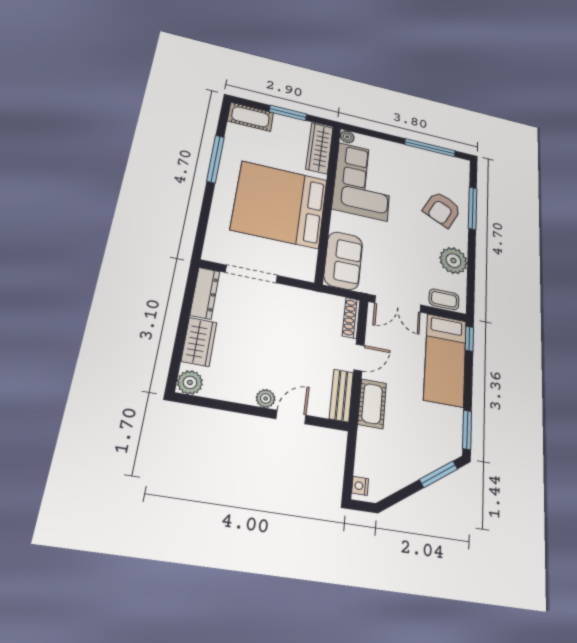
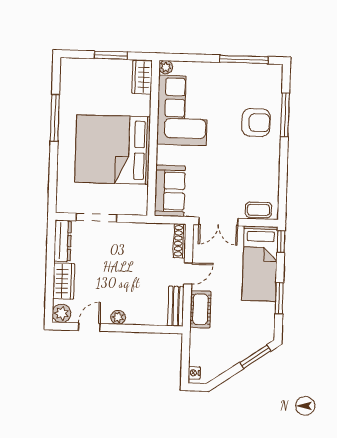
cot: (251, 117) -> (79, 68), removed
wardrobe: (320, 148) -> (142, 77), width x0.67
armchair: (442, 209) -> (256, 123), turned -116
plant: (453, 261) -> (267, 171), removed
door: (291, 417) -> (89, 327), moved
window: (467, 430) -> (279, 298), moved

